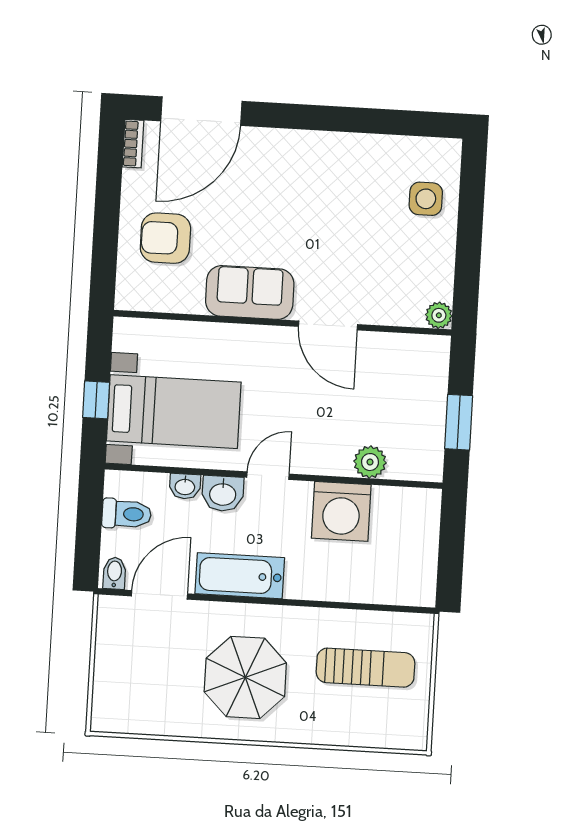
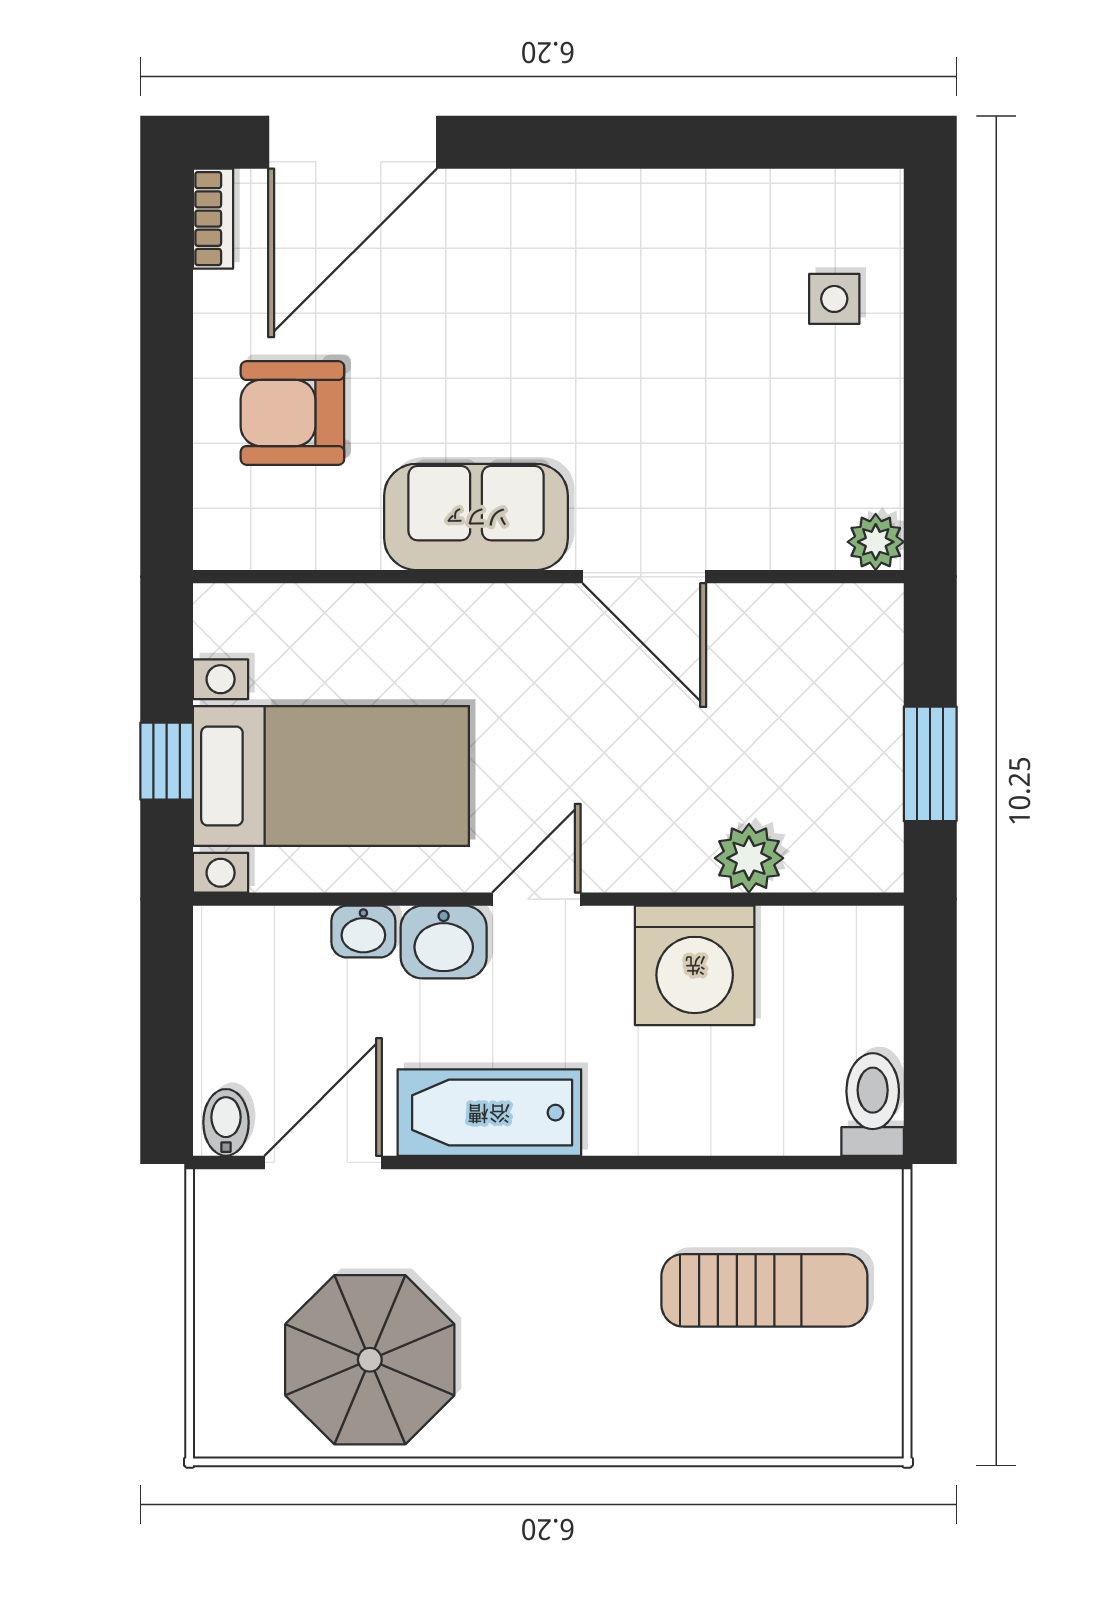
side table: (426, 199) -> (834, 299), width x0.73, depth x0.73
toilet: (127, 514) -> (873, 1105), moved, turned -90
parasol: (245, 677) -> (370, 1360), moved

